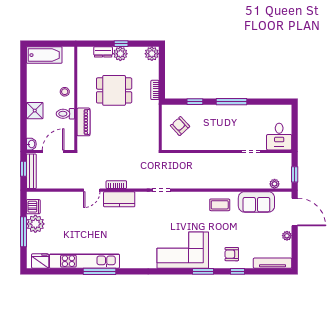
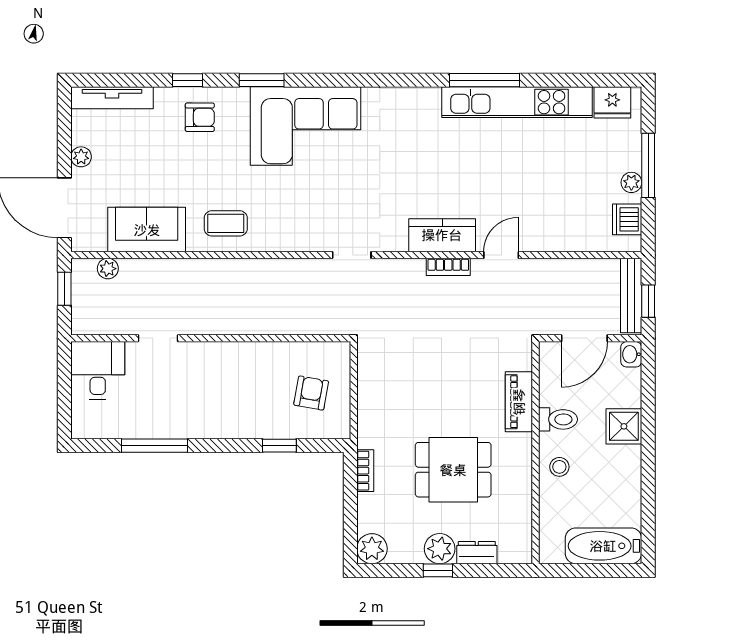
window: (232, 102) -> (155, 446), moved
armchair: (180, 126) -> (311, 393), turned -127
plant: (35, 224) -> (631, 182), width x0.53, depth x0.53

